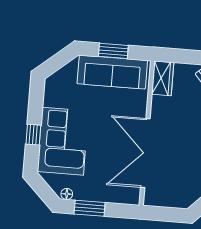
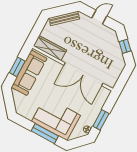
wardrobe: (163, 78) -> (50, 48), width x1.50
window: (33, 135) -> (45, 134), width x2.17

